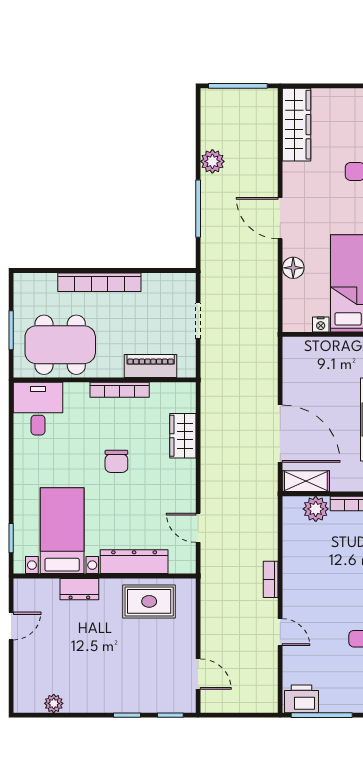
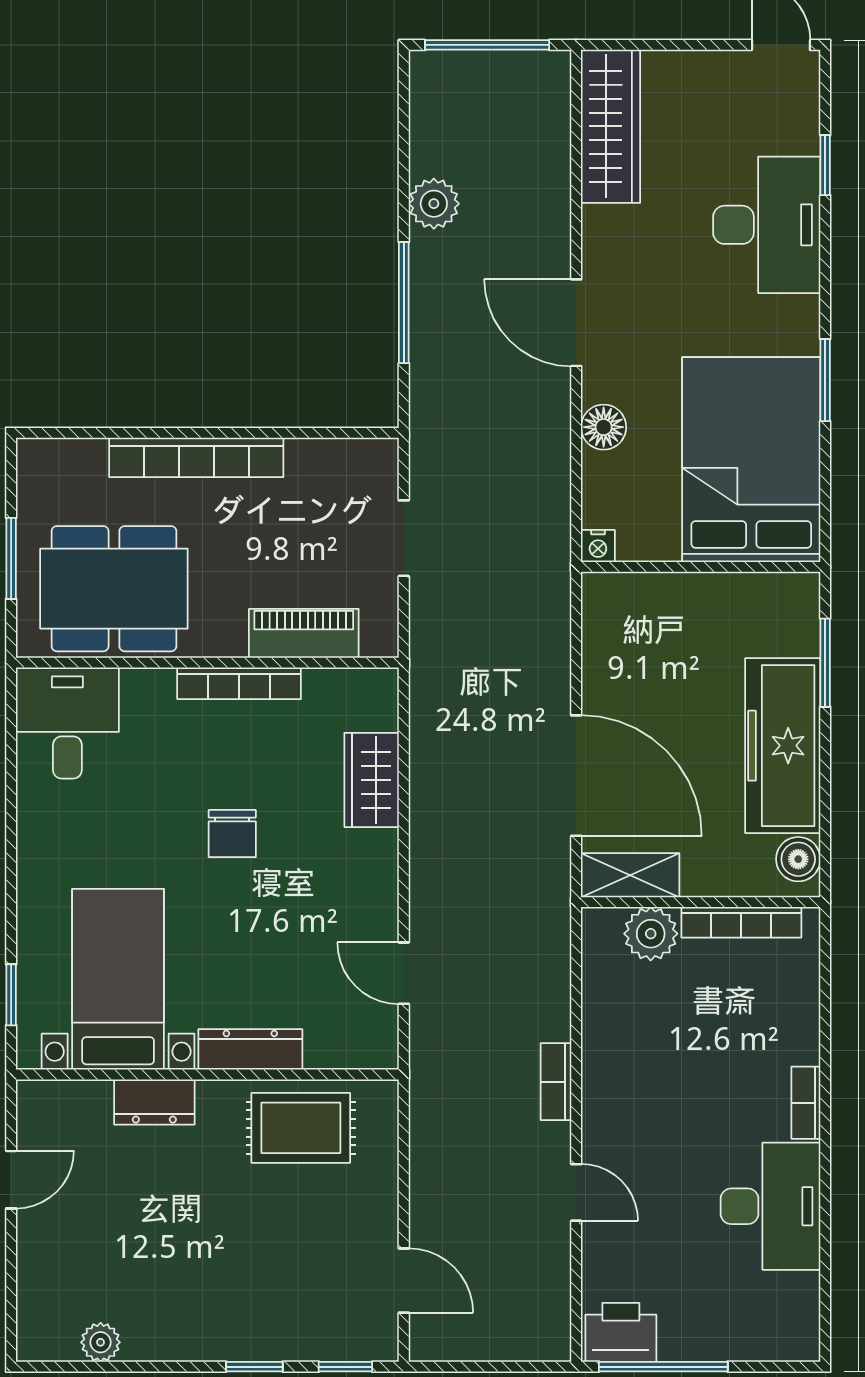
nightstand: (321, 324) -> (598, 546), moved
dresser: (134, 562) -> (250, 1049), width x0.73, depth x0.80

